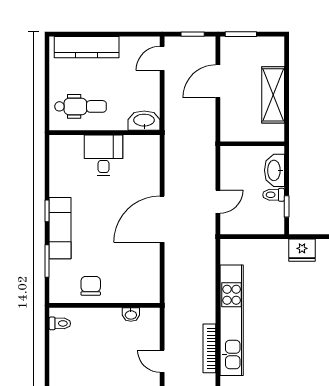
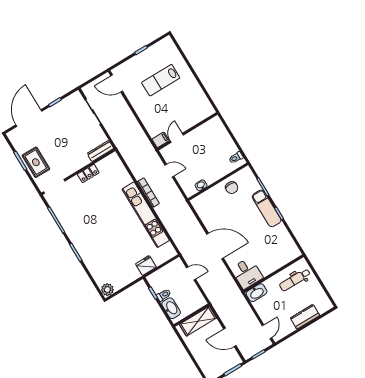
kitchen counter: (87, 47) -> (305, 317), width x0.67
door: (218, 81) -> (230, 337), swing flipped
shelving: (273, 95) -> (198, 321), moved, turned 90
desk: (104, 155) -> (247, 273), moved
door: (218, 202) -> (191, 273), swing flipped
door: (162, 219) -> (215, 246), hinge flipped
fridge: (302, 250) -> (146, 265), moved

